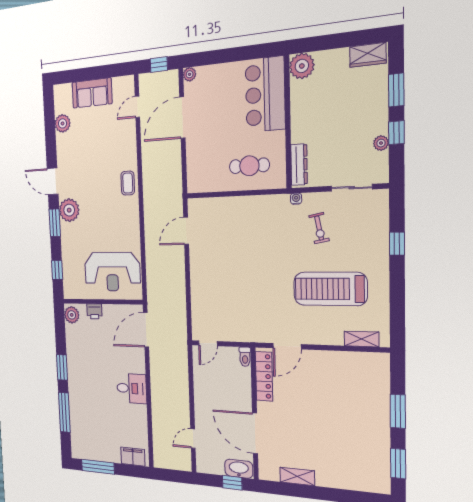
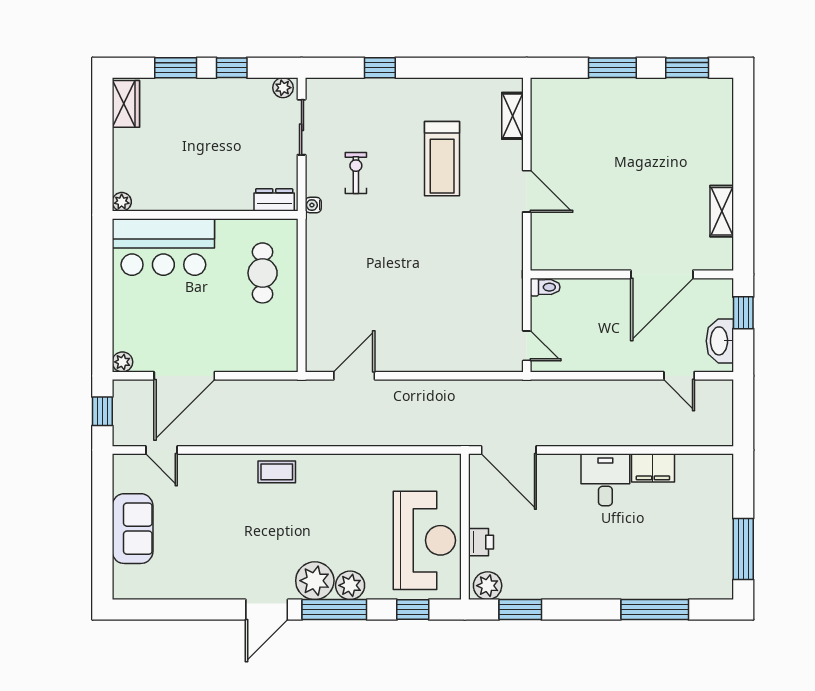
plant: (302, 66) -> (122, 202), width x0.53, depth x0.53
door: (182, 118) -> (184, 376), hinge flipped
plant: (63, 123) -> (350, 585), moved
plant: (381, 143) -> (283, 88), moved
dresser: (299, 165) -> (274, 200), width x0.70
window: (55, 223) -> (334, 610), width x1.44
exercise bike: (319, 228) -> (356, 173), turned -79
door: (186, 231) -> (354, 376), swing flipped
reception desk: (112, 272) -> (424, 540), moved
treadmill: (330, 289) -> (442, 159), width x0.73, depth x0.73
door: (287, 346) -> (527, 191), moved
window: (62, 367) -> (520, 610), moved
locker: (264, 376) -> (573, 258), removed
filing cabinet: (133, 457) -> (653, 468), moved, turned -90
washbasin: (239, 469) -> (720, 341), moved

